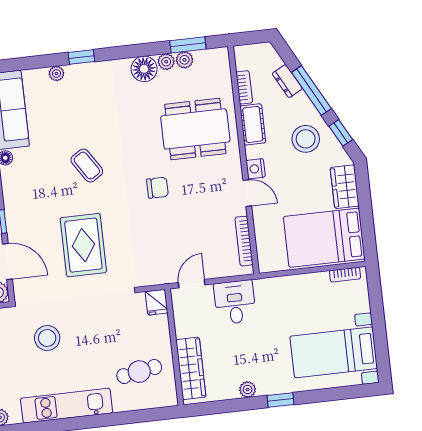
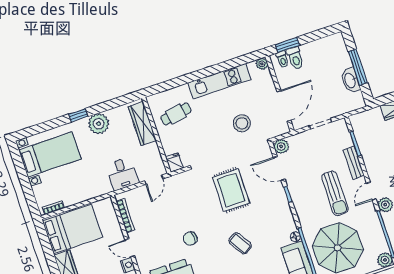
plant: (248, 390) -> (99, 124), width x1.88, depth x1.88

